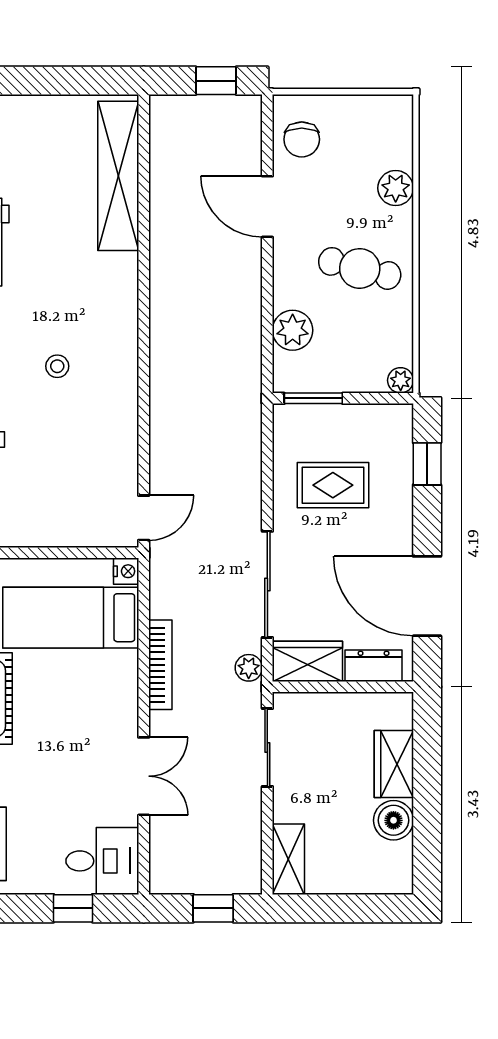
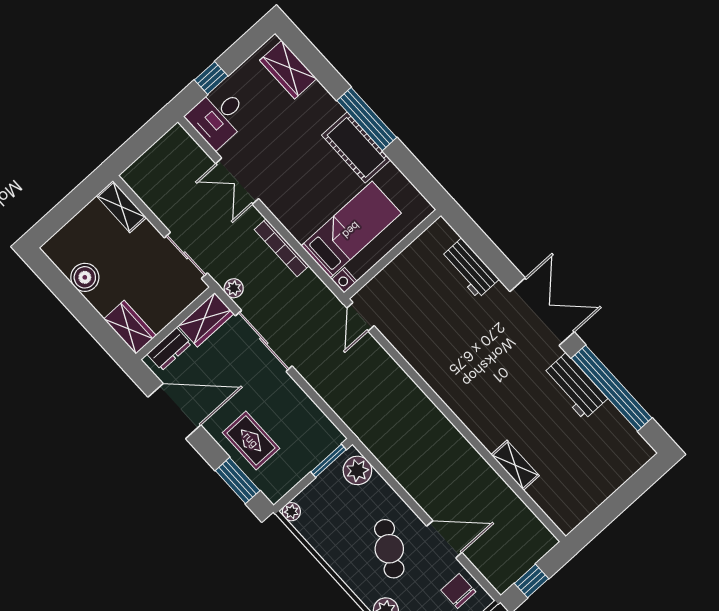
shelving: (118, 176) -> (515, 465), width x0.45, depth x0.75
cafe table: (360, 268) -> (389, 549), moved, turned -75
plant: (293, 330) -> (357, 470), moved
stool: (57, 366) -> (478, 355), removed
window: (427, 464) -> (238, 481), width x1.50
rug: (333, 485) -> (251, 440), moved, turned 90
wardrobe: (394, 764) -> (130, 327), moved
window: (213, 908) -> (137, 145), removed

